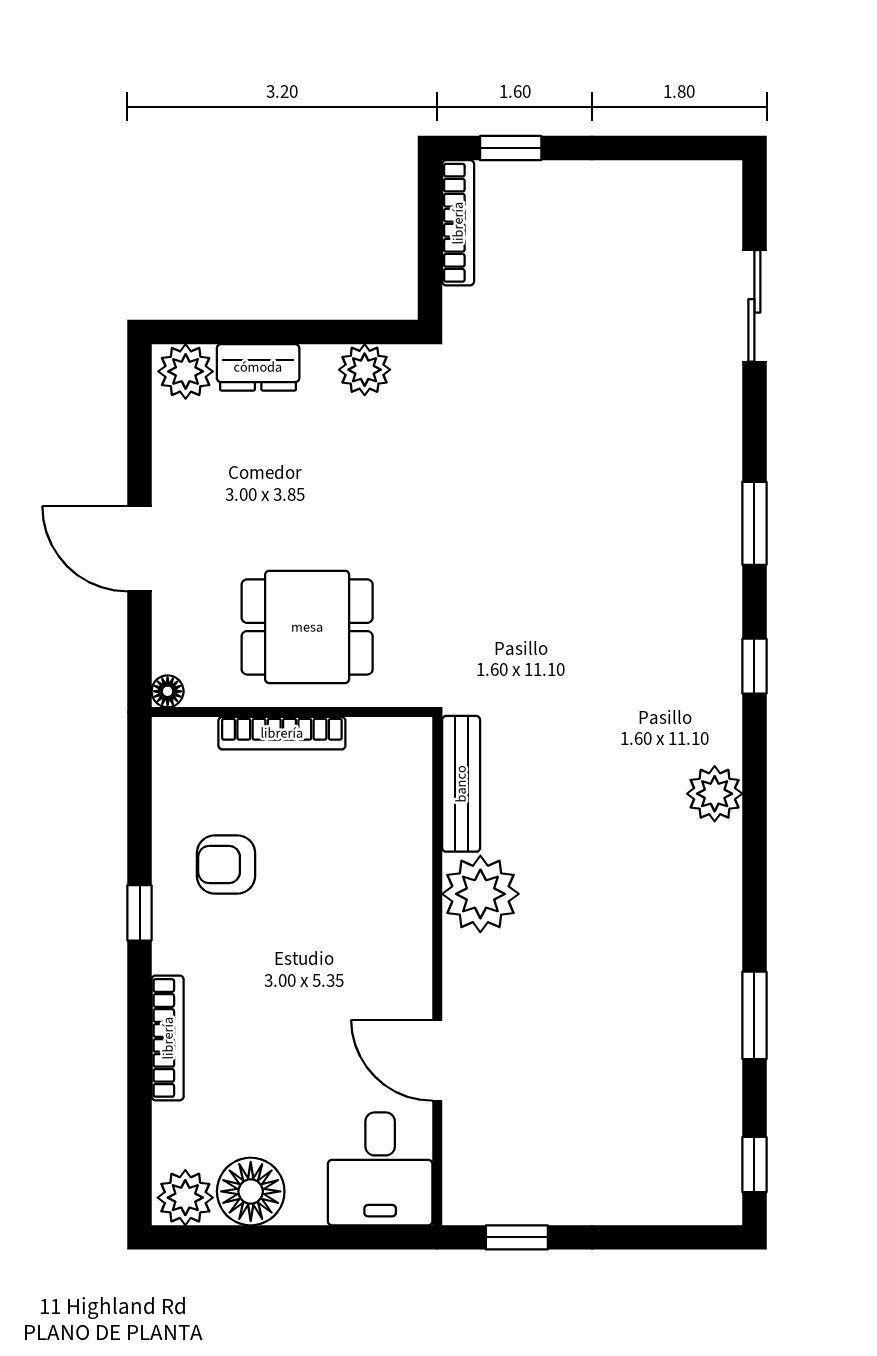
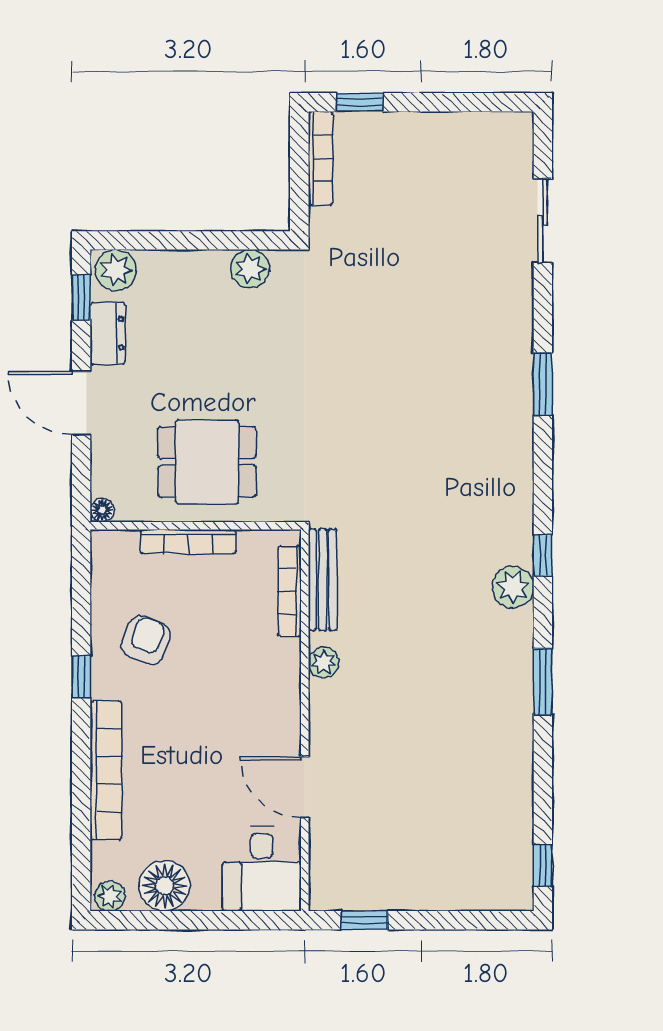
dresser: (258, 367) -> (108, 333), moved, turned -90
window: (140, 408) -> (81, 297), added
window: (754, 666) -> (543, 555), moved
bookcase: (417, 799) -> (290, 591), added
armchair: (226, 864) -> (146, 640), turned 110
plant: (480, 894) -> (324, 662), width x0.53, depth x0.53
window: (754, 1015) -> (543, 682), moved
bookcase: (168, 1038) -> (106, 770), width x1.48, depth x1.31
plant: (185, 1198) -> (110, 896), width x0.73, depth x0.73

